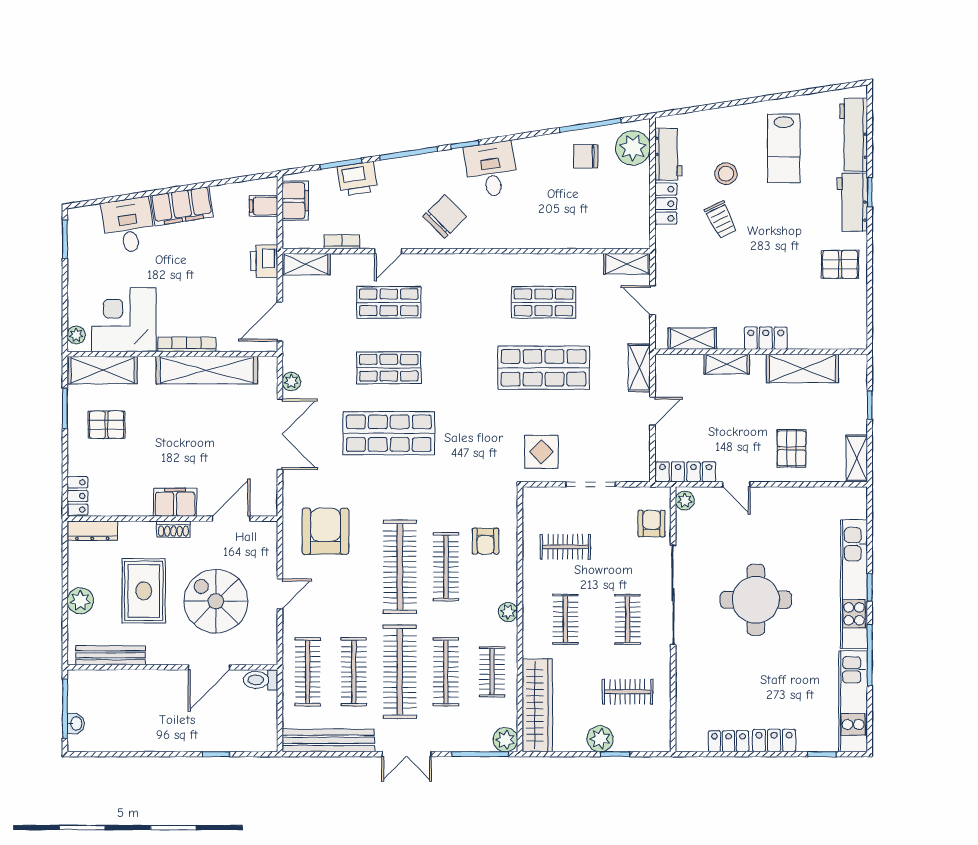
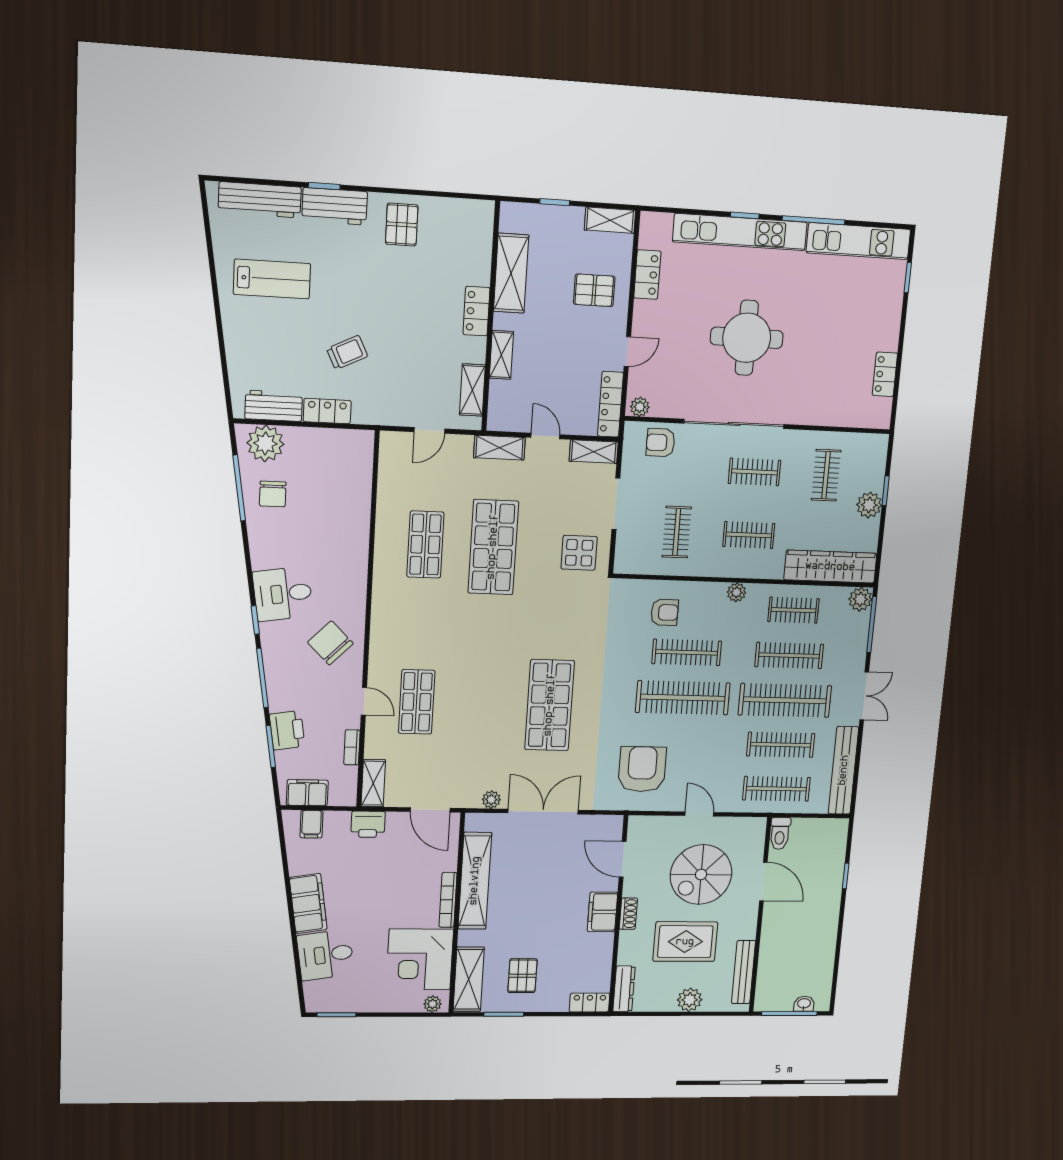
stool: (726, 174) -> (297, 344), removed
shelving: (627, 264) -> (594, 452), moved, turned 90
shop shelf: (389, 368) -> (484, 704), removed
armchair: (325, 531) -> (642, 769), turned 90
locker: (774, 740) -> (647, 275), moved, turned 180

